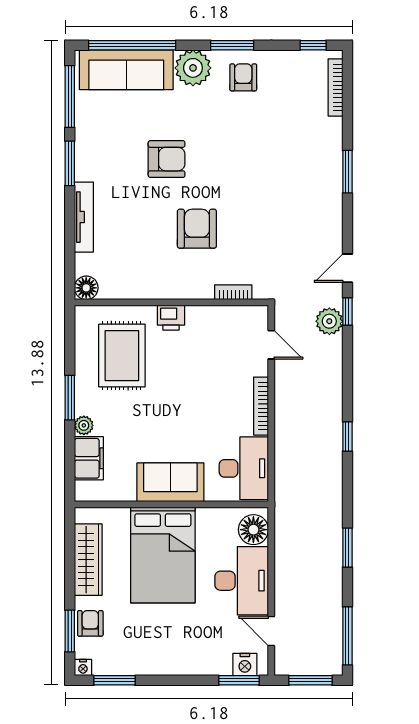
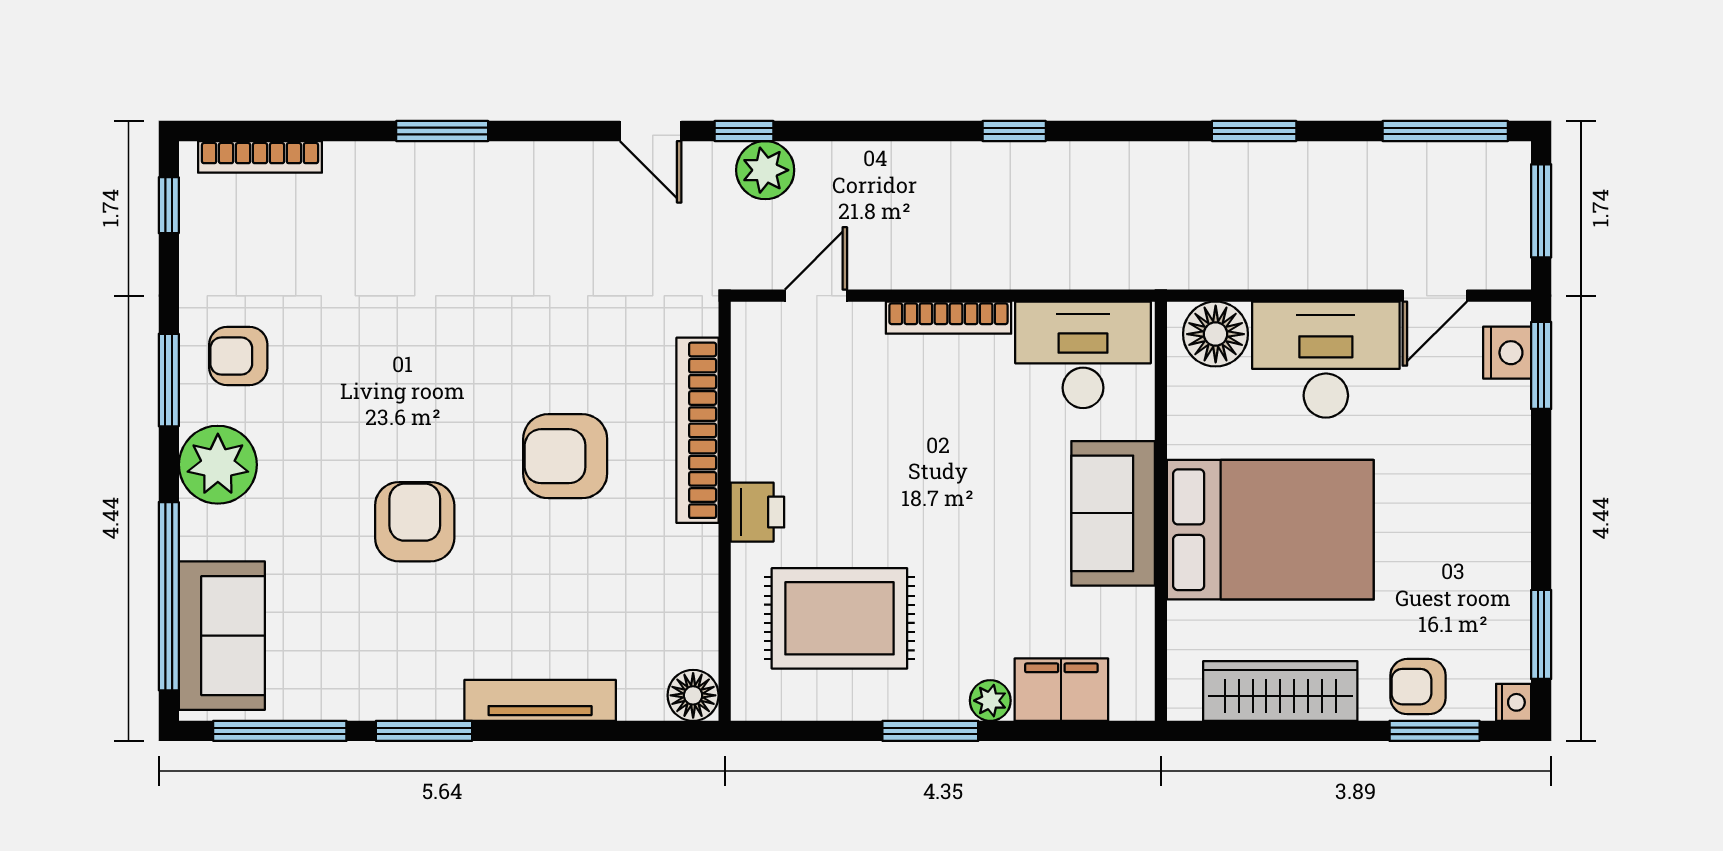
sofa: (126, 70) -> (222, 636), width x0.73
bookcase: (233, 292) -> (698, 430), width x2.31, depth x1.31

